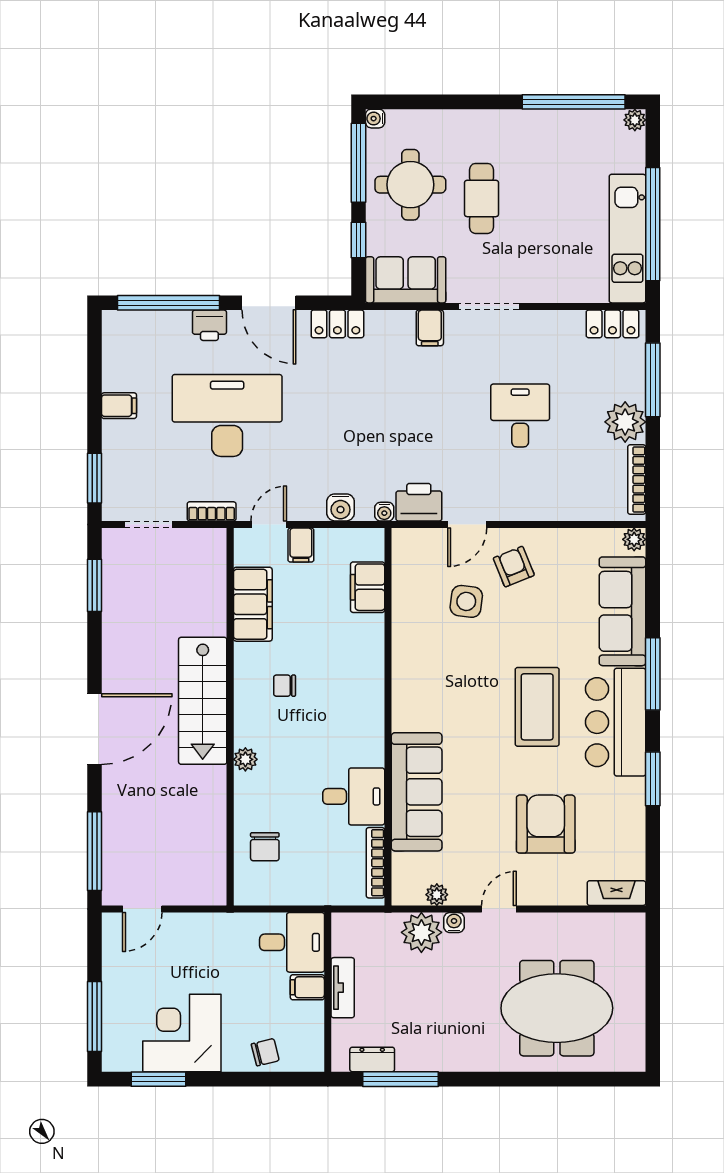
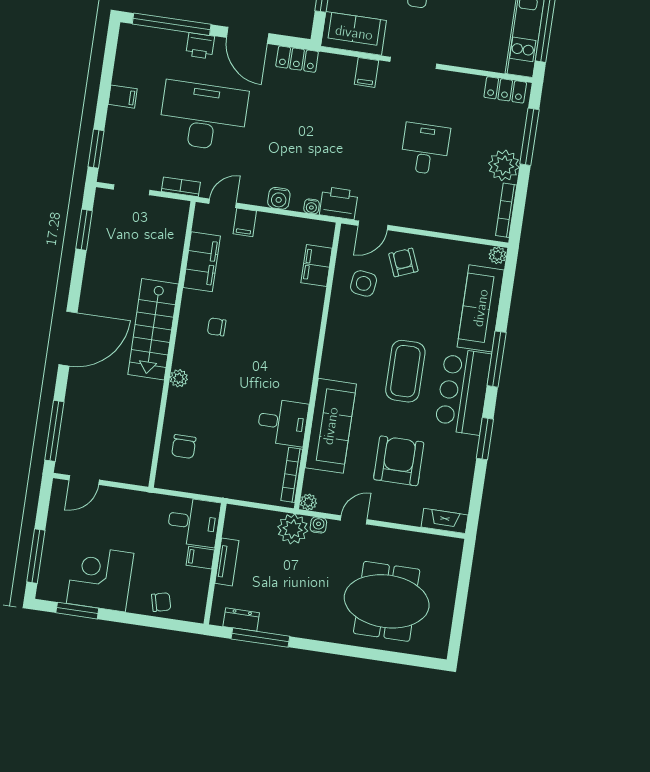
filing cabinet: (368, 587) -> (317, 266), moved
wall: (388, 717) -> (317, 366), moved
sofa: (417, 792) -> (331, 426), moved
desk: (354, 796) -> (283, 422), moved
bookcase: (375, 863) -> (292, 475), moved

